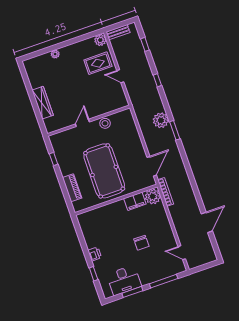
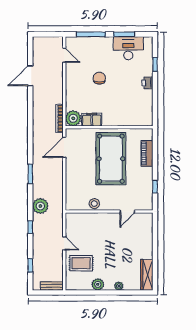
plant: (100, 40) -> (98, 284), moved
wardrobe: (43, 103) -> (147, 275), moved
plant: (161, 120) -> (40, 206), moved
door: (82, 123) -> (127, 212), moved

